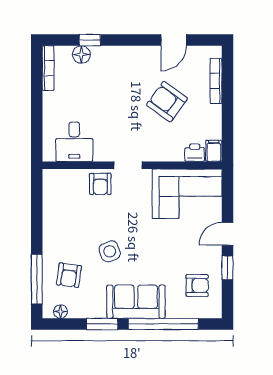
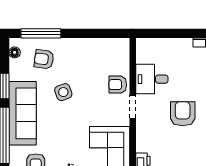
armchair: (167, 102) -> (183, 114), moved, turned -36
desk: (74, 142) -> (152, 79), moved
sofa: (136, 302) -> (23, 113), width x1.36

